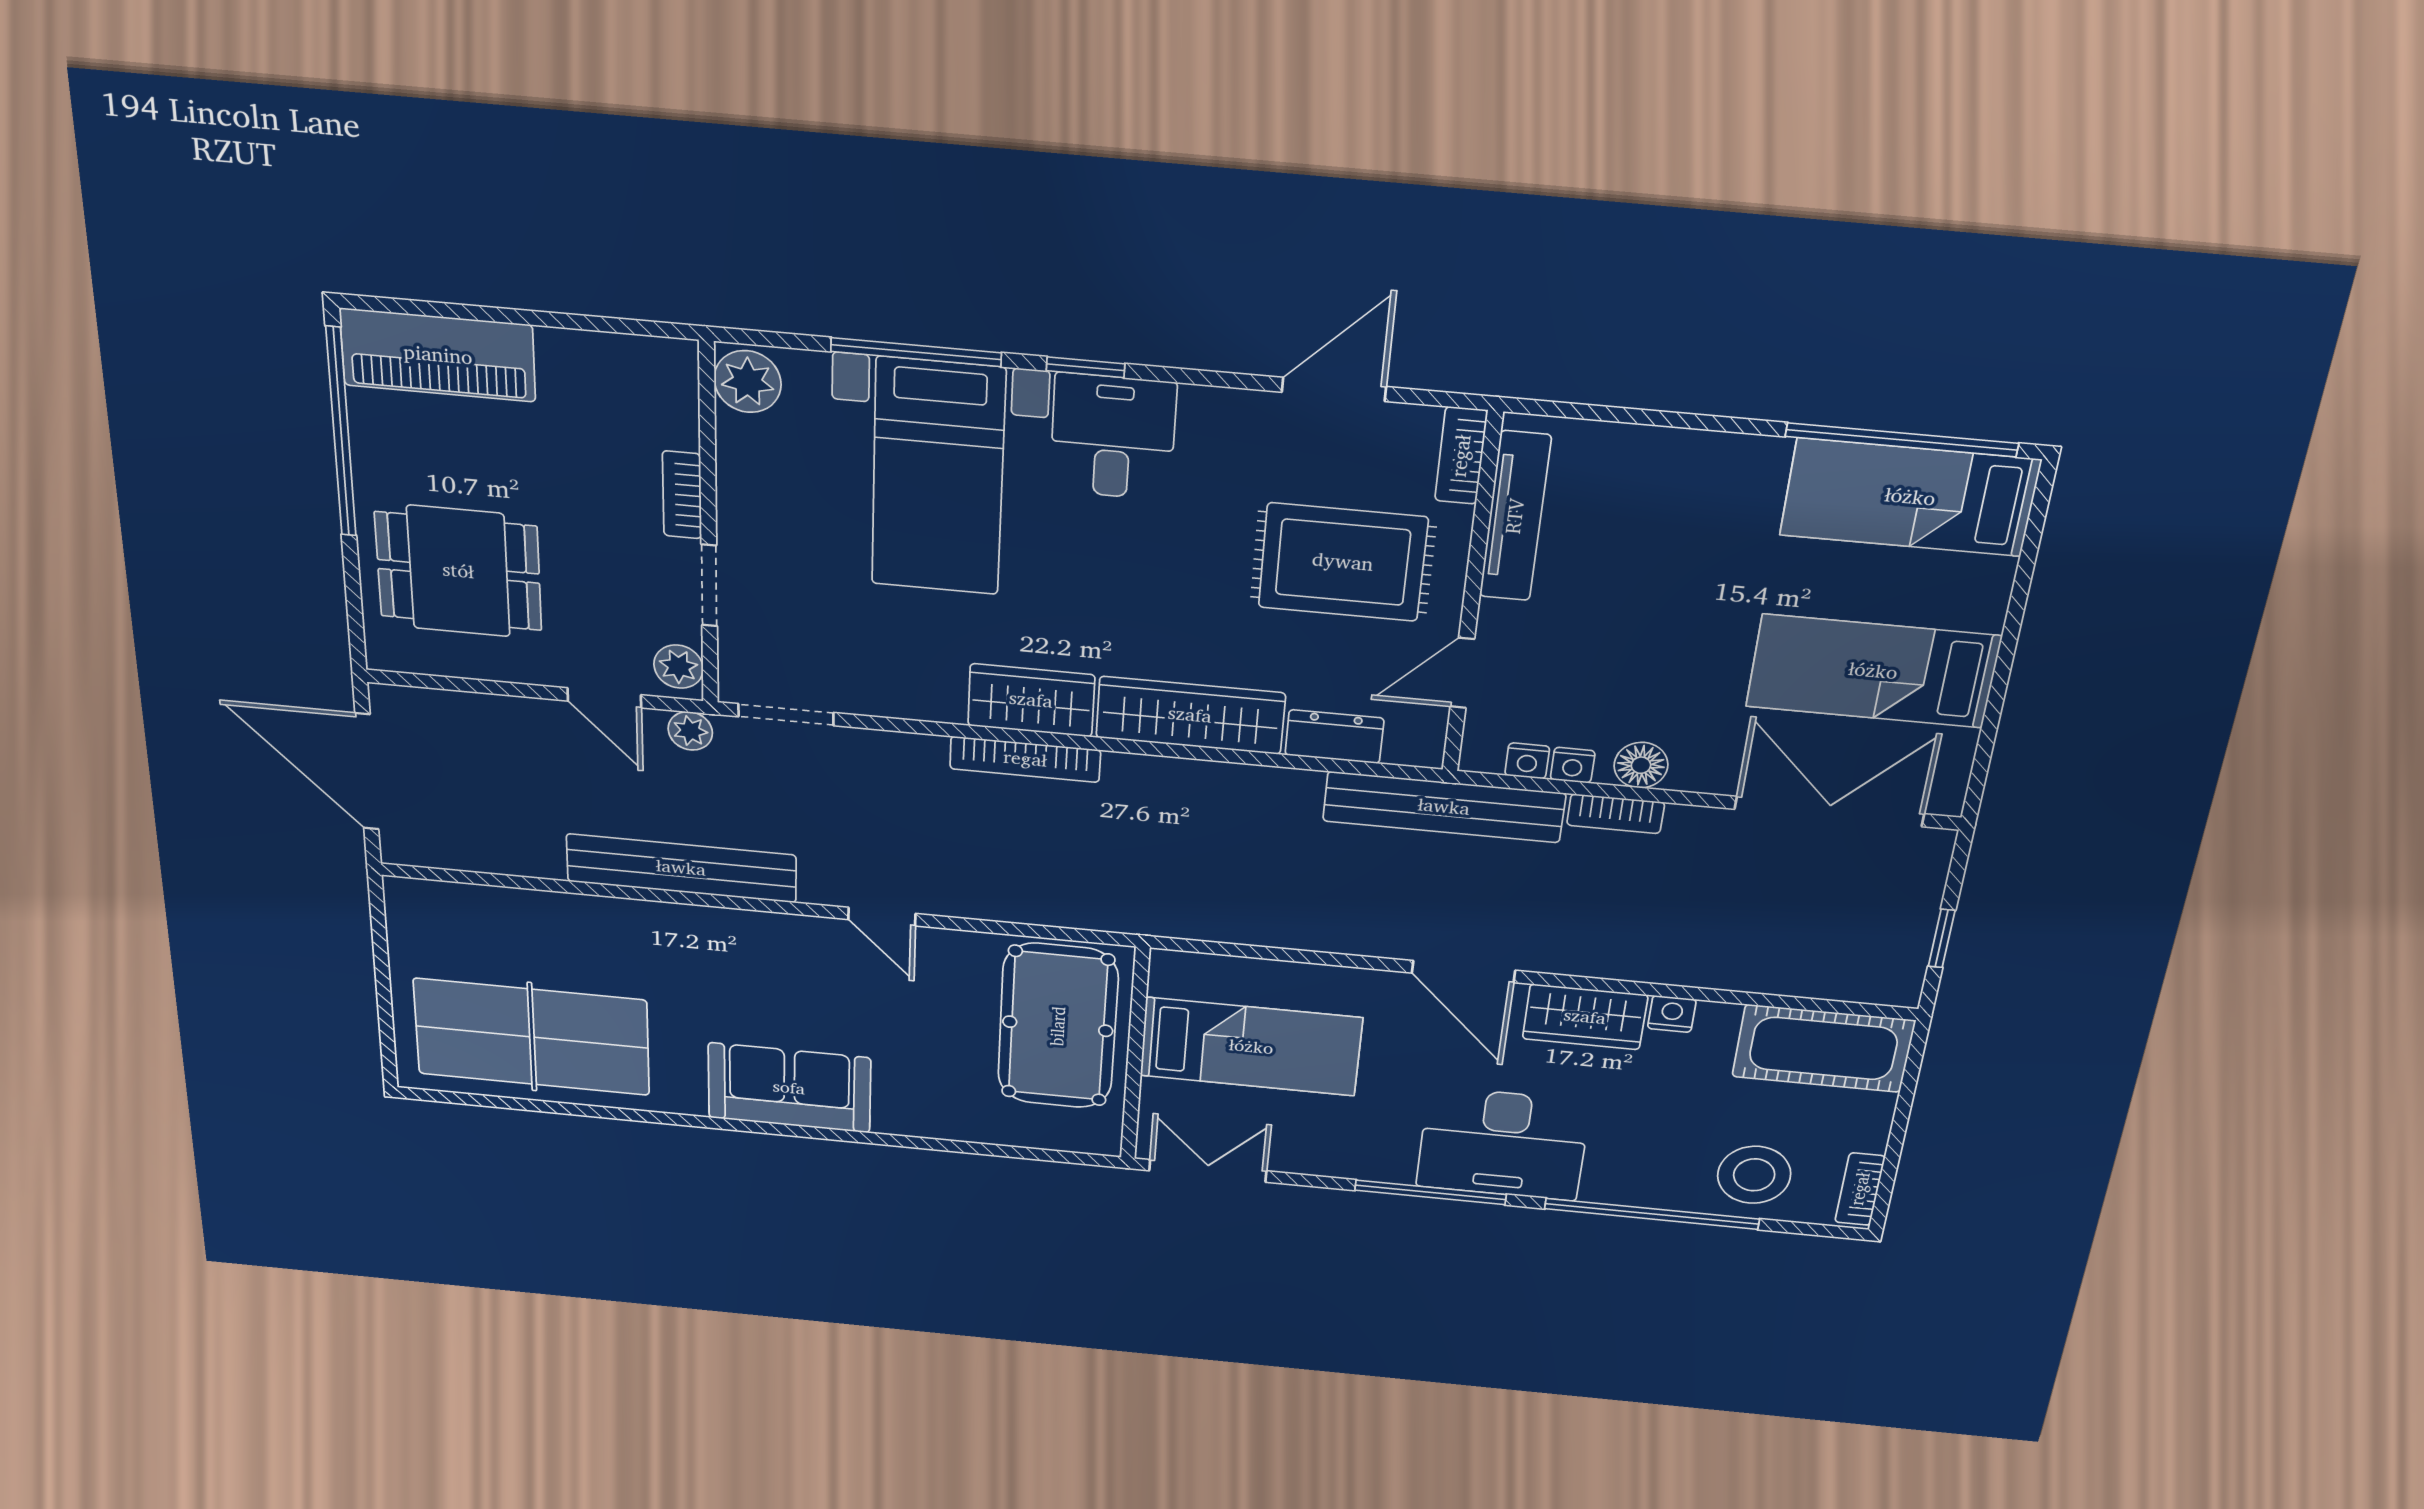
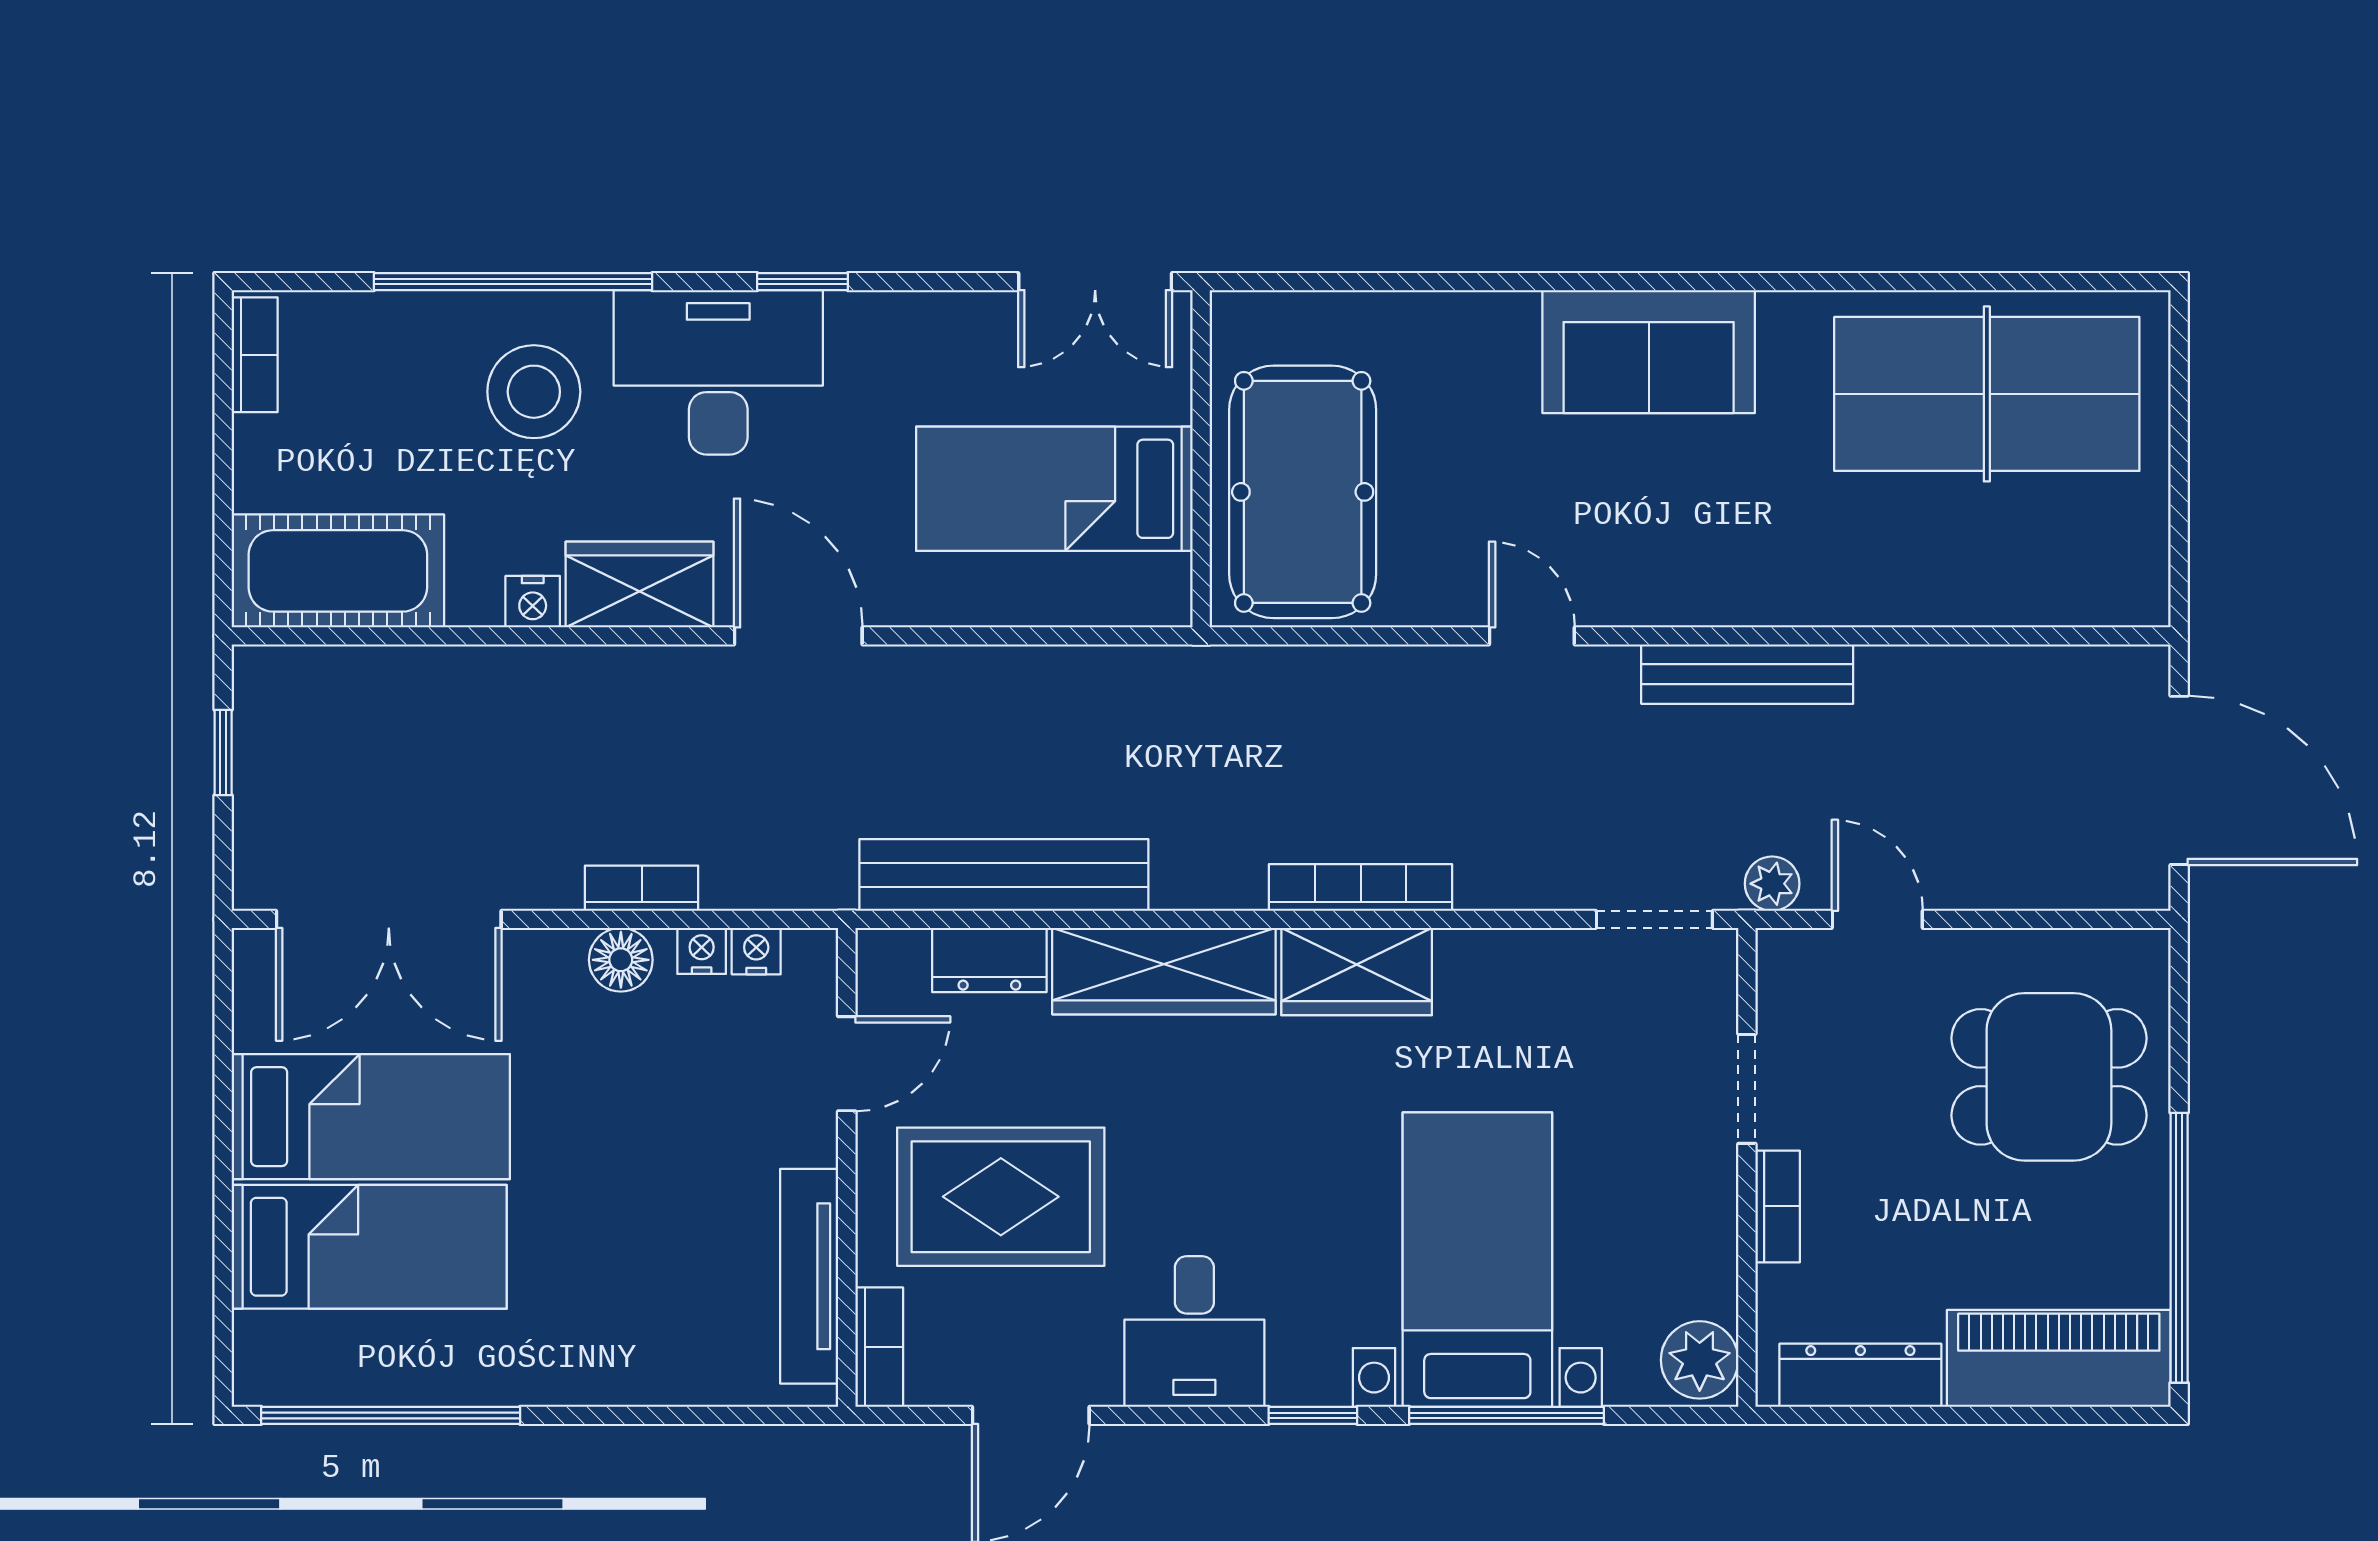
dresser: (608, 357) -> (1860, 1375), added
desk: (1113, 437) -> (1194, 1332), moved
bed: (1910, 497) -> (369, 1247), moved
plant: (679, 667) -> (1785, 973), removed
bench: (1444, 807) -> (1004, 875), moved
bench: (681, 868) -> (1747, 674), width x0.73, depth x0.82
stool: (1754, 1175) -> (534, 392), moved
window: (1431, 1192) -> (802, 282), width x0.46

